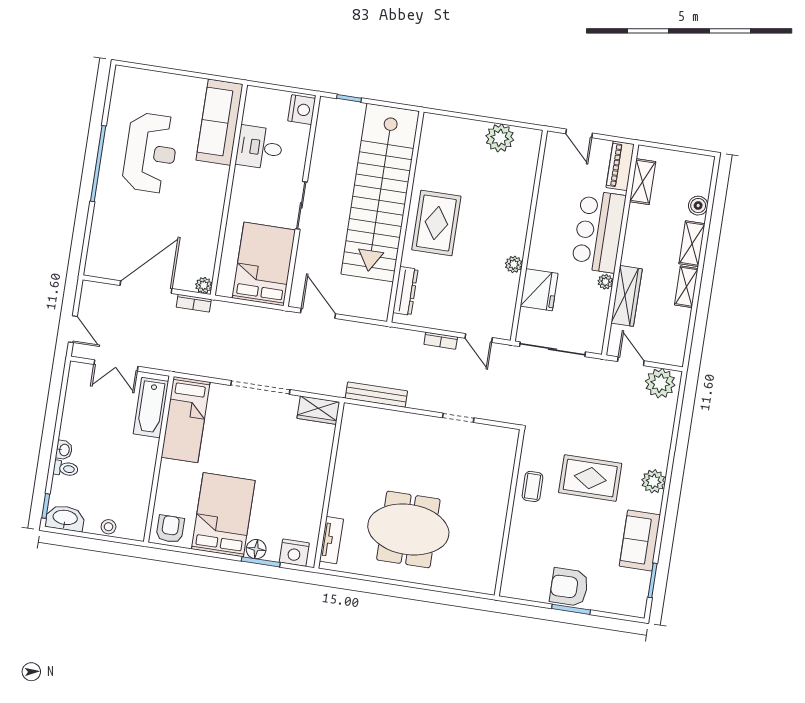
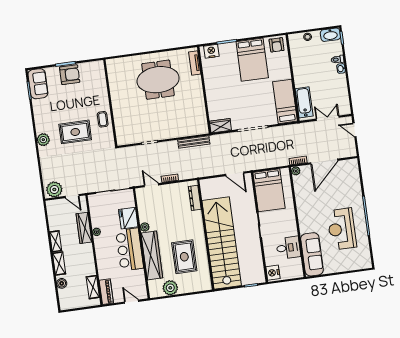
wardrobe: (516, 208) -> (152, 255), added
rug: (436, 223) -> (184, 257), moved
bar counter: (599, 231) -> (130, 249), moved, turned 180
sofa: (640, 540) -> (38, 84), moved
floor lamp: (256, 549) -> (231, 47), removed

